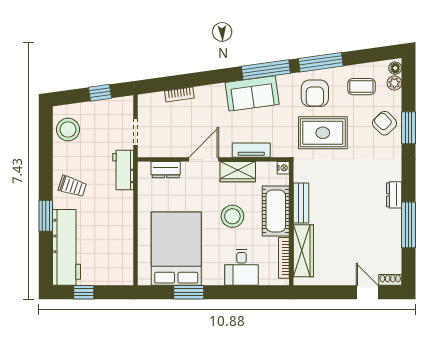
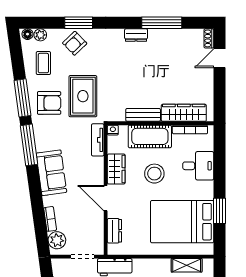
sofa: (252, 93) -> (51, 173), moved
plant: (155, 102) -> (57, 240), added
tv unit: (251, 150) -> (98, 140), moved
shelving: (125, 254) -> (187, 265), added

